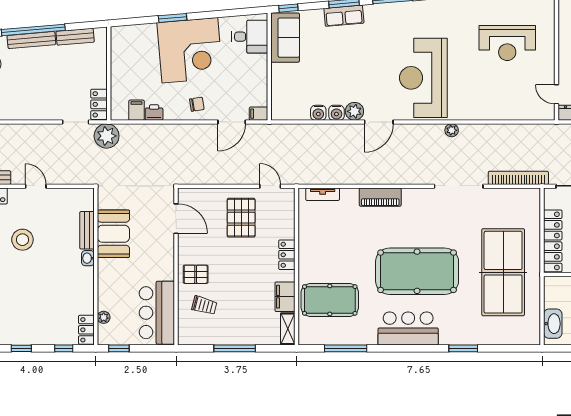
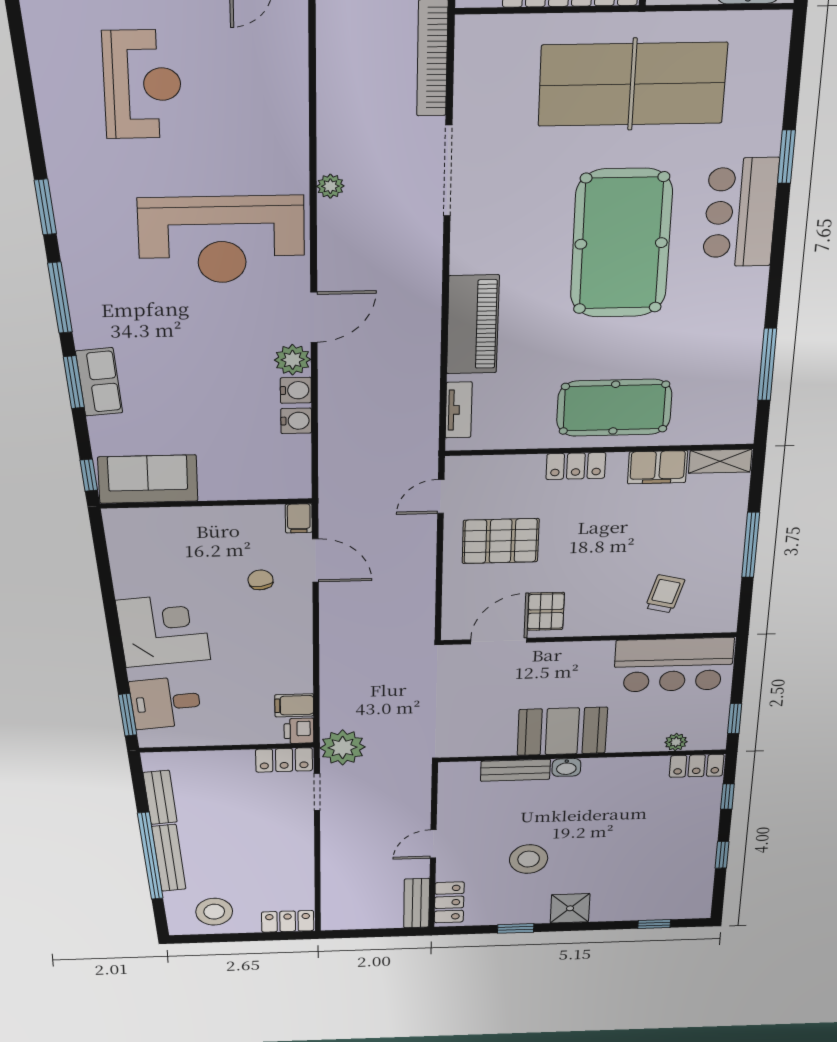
window: (173, 18) -> (128, 715), moved
desk: (250, 37) -> (166, 703), moved, turned -95
corner desk: (190, 50) -> (163, 630), width x0.74, depth x0.74
chair: (197, 104) -> (261, 580), moved
printer: (154, 113) -> (299, 731), moved
door: (379, 122) -> (314, 317), hinge flipped
piano: (380, 197) -> (473, 325), width x1.37, depth x1.33
booth: (113, 234) -> (562, 731), moved
pallet: (196, 274) -> (546, 611), moved
pool table: (330, 300) -> (614, 408), moved, turned 90
bar counter: (408, 328) -> (741, 212), moved

